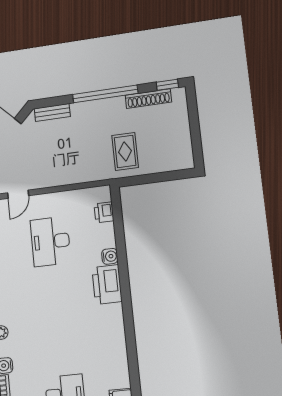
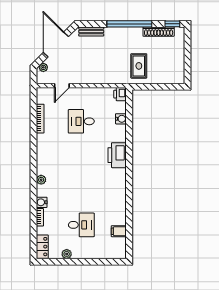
printer: (104, 212) -> (120, 94), moved
desk: (50, 242) -> (81, 121), width x0.73
water cooler: (110, 256) -> (121, 119), moved

